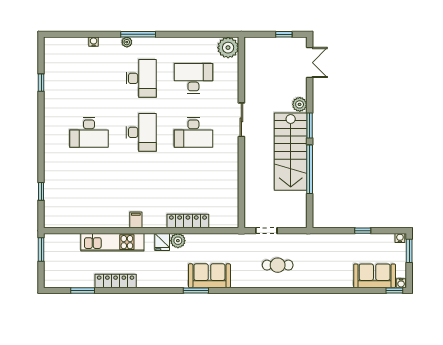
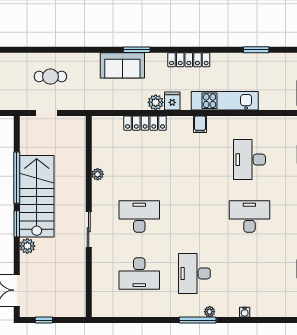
plant: (228, 48) -> (98, 174), moved, width x0.53, depth x0.53
desk: (141, 132) -> (249, 160), moved
doorway: (266, 231) -> (46, 113), moved
locker: (116, 281) -> (189, 60), moved

